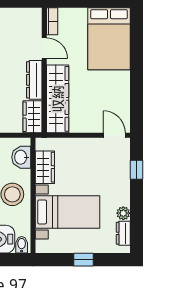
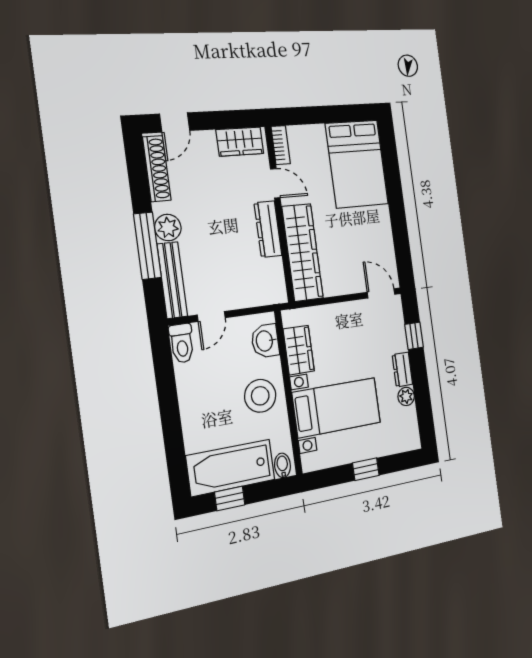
wardrobe: (32, 117) -> (240, 142), moved, turned -90
dresser: (123, 233) -> (402, 370), moved

